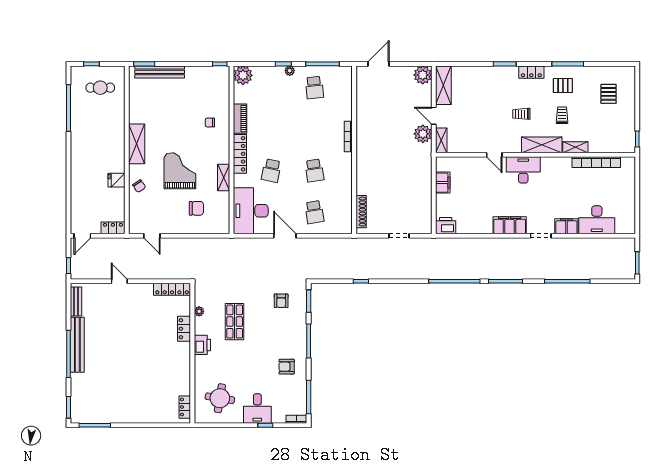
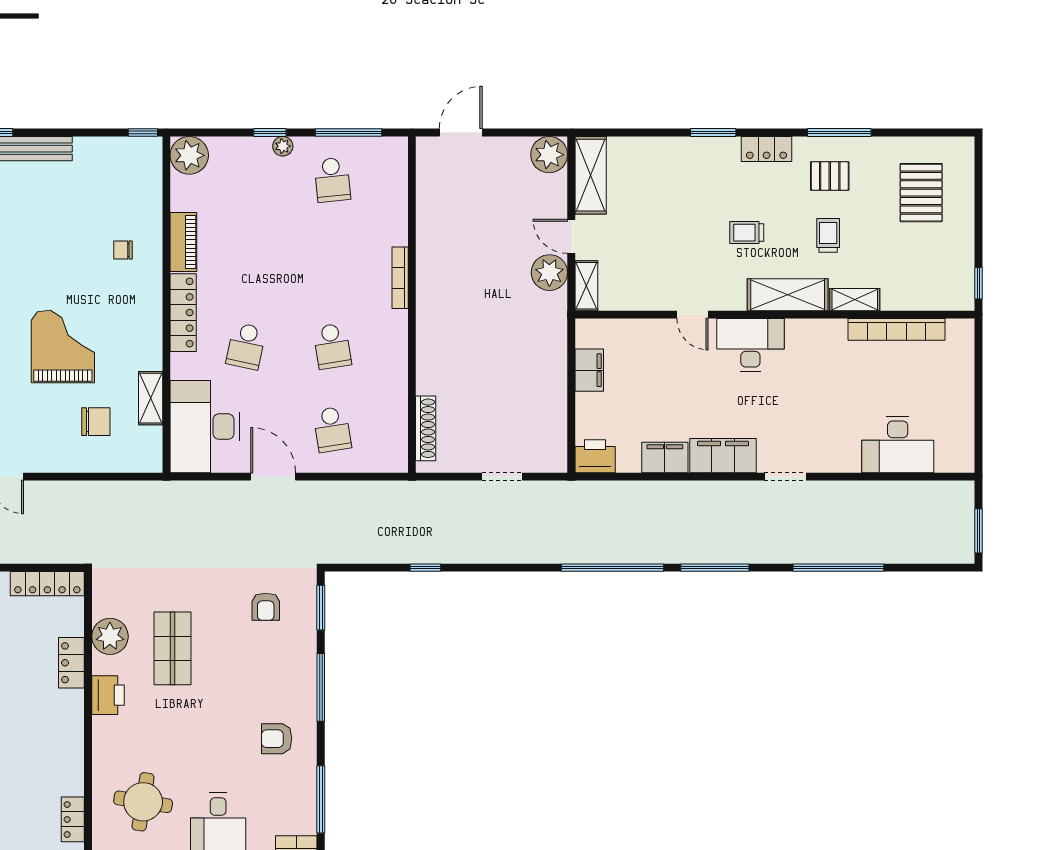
pallet: (609, 94) -> (921, 193), width x1.50, depth x1.42
shelving: (224, 177) -> (151, 398), moved
filing cabinet: (566, 226) -> (665, 457), moved
plant: (199, 311) -> (110, 636), width x1.88, depth x1.88

